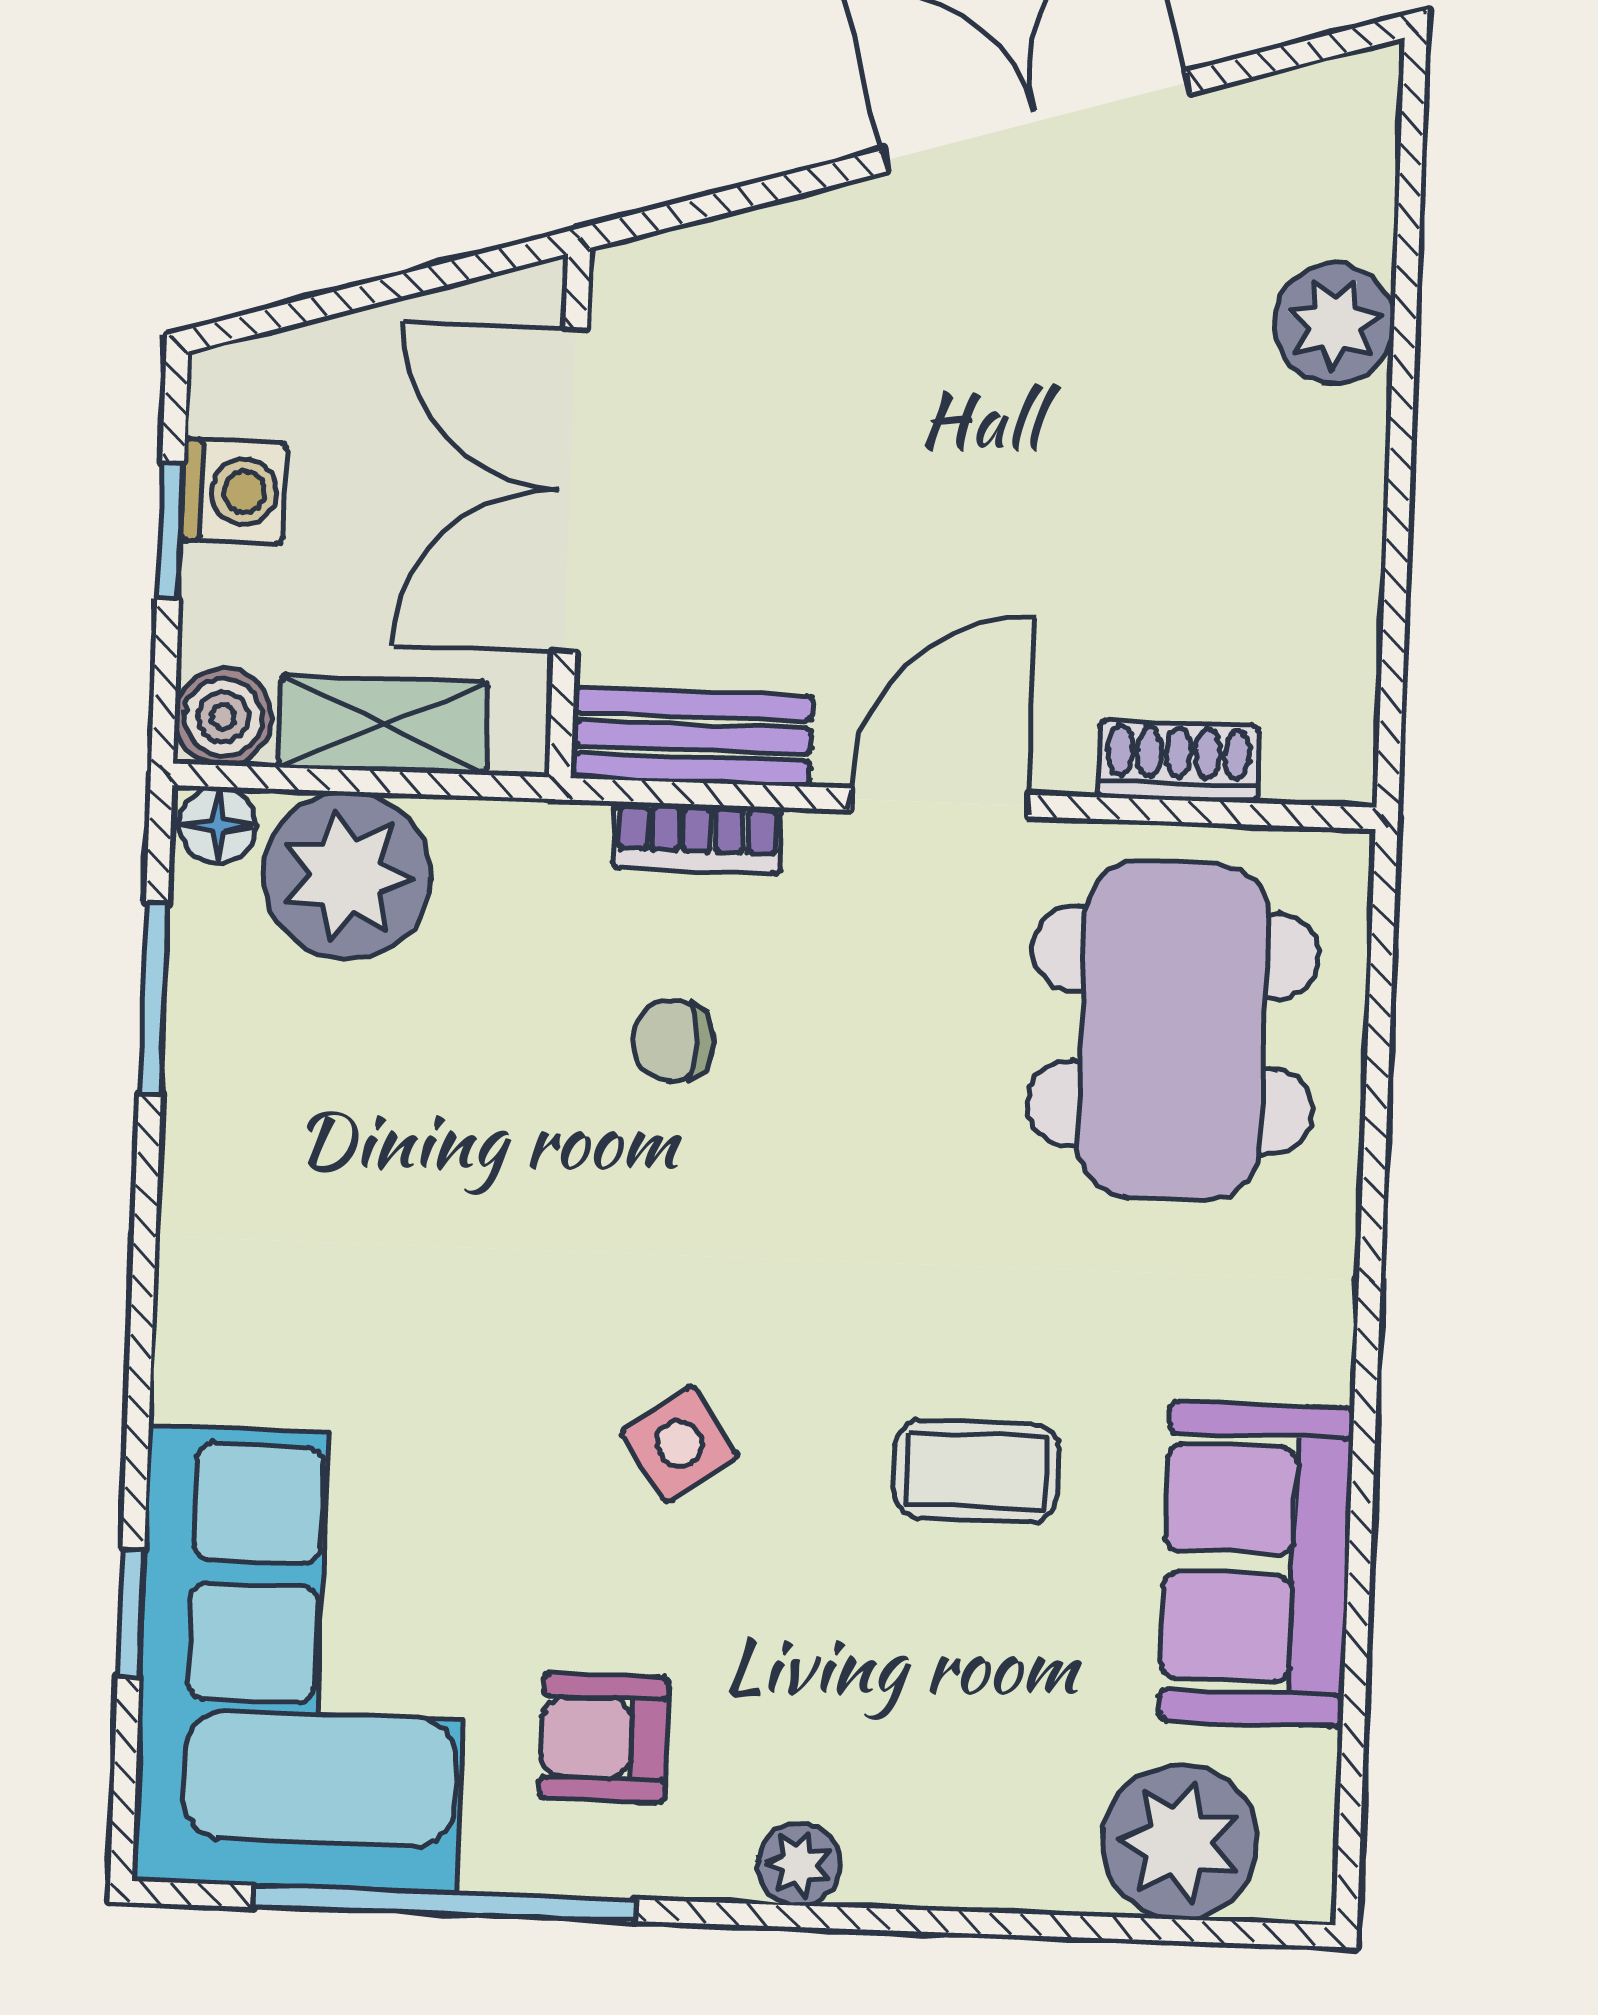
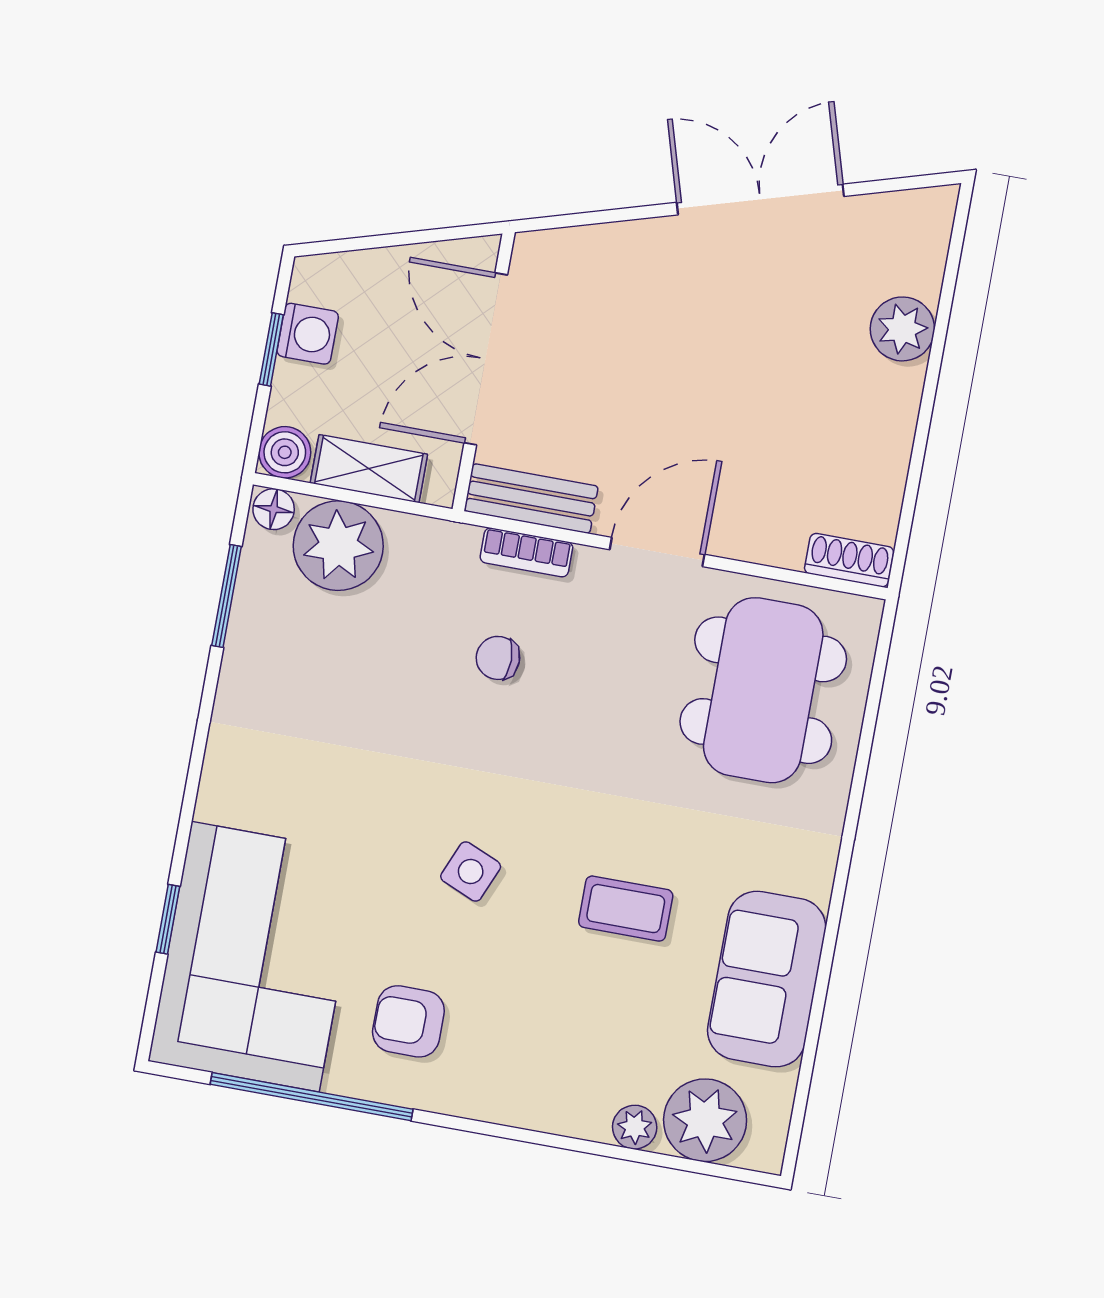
shoe rack: (1178, 762) -> (849, 560), moved
side table: (679, 1444) -> (471, 871), turned -32
plant: (799, 1864) -> (635, 1127), moved

